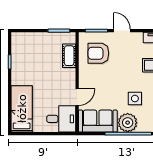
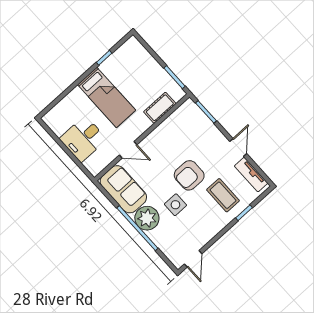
door: (122, 31) -> (238, 147), moved
armchair: (98, 53) -> (189, 175), moved, turned -90
bed: (22, 109) -> (107, 97), moved, turned 90
desk: (61, 119) -> (83, 139), moved, turned 90

